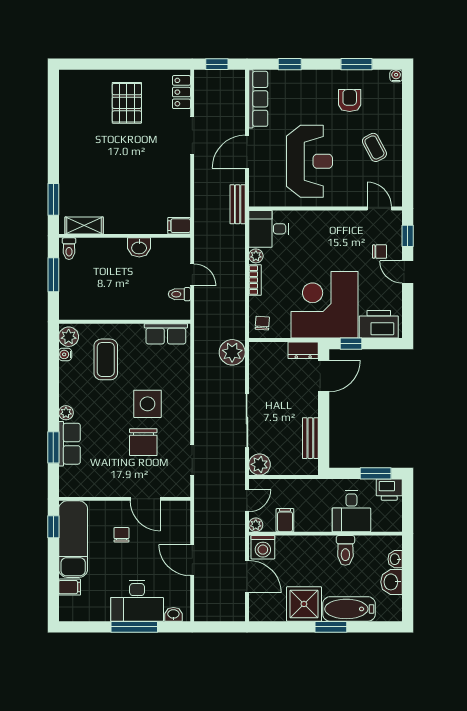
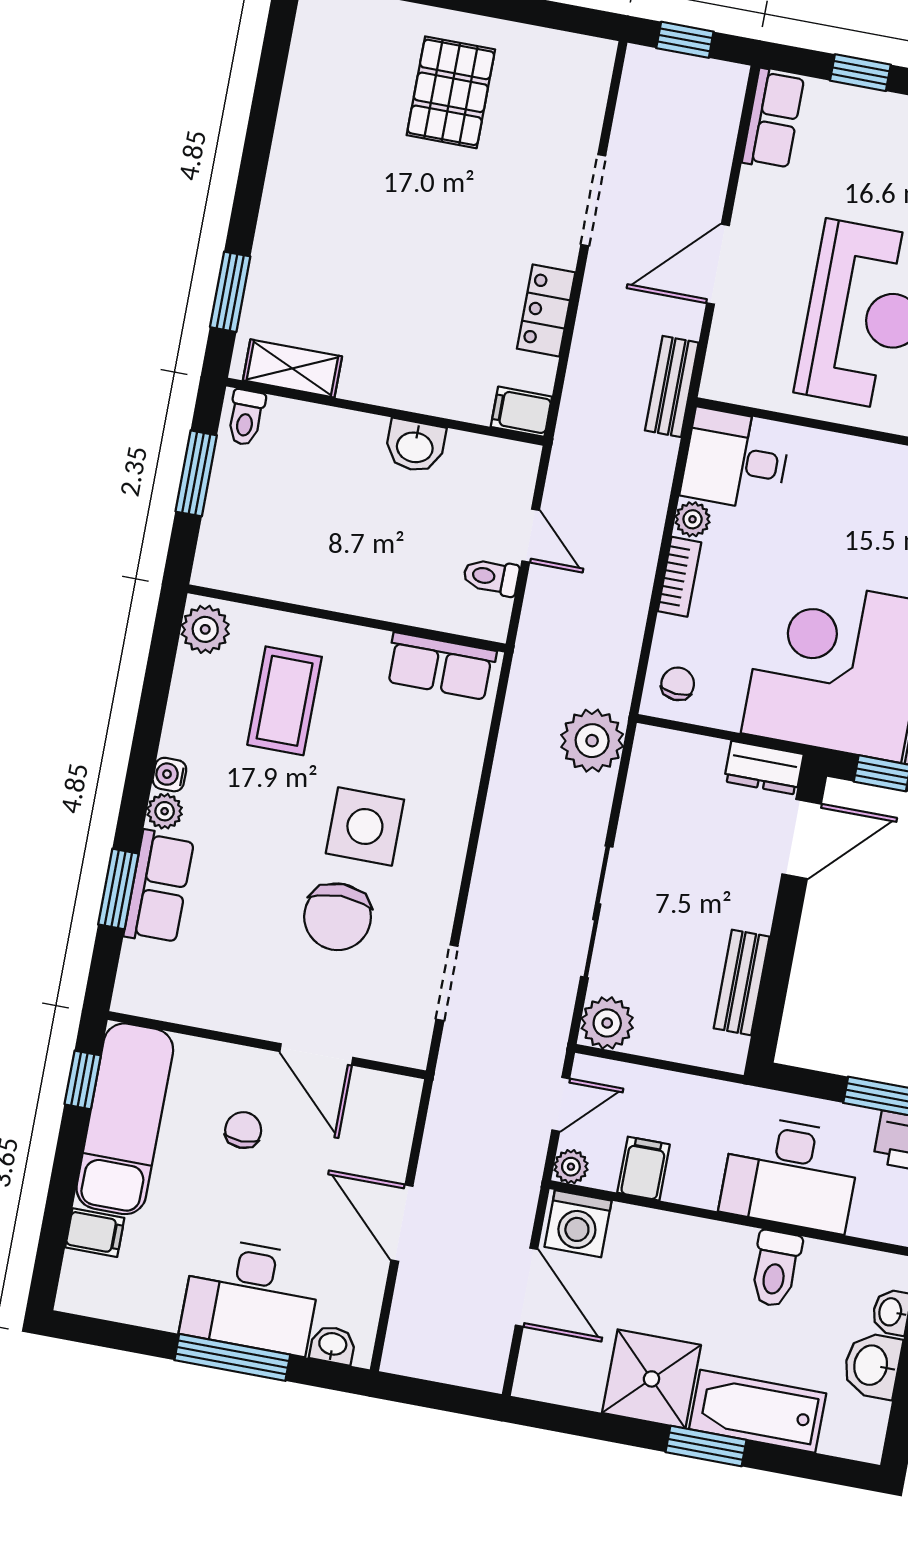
locker: (181, 92) -> (546, 310), moved
row of seats: (258, 99) -> (773, 119), width x0.68
water cooler: (65, 354) -> (169, 775), moved
desk: (351, 511) -> (790, 1174), width x1.37

